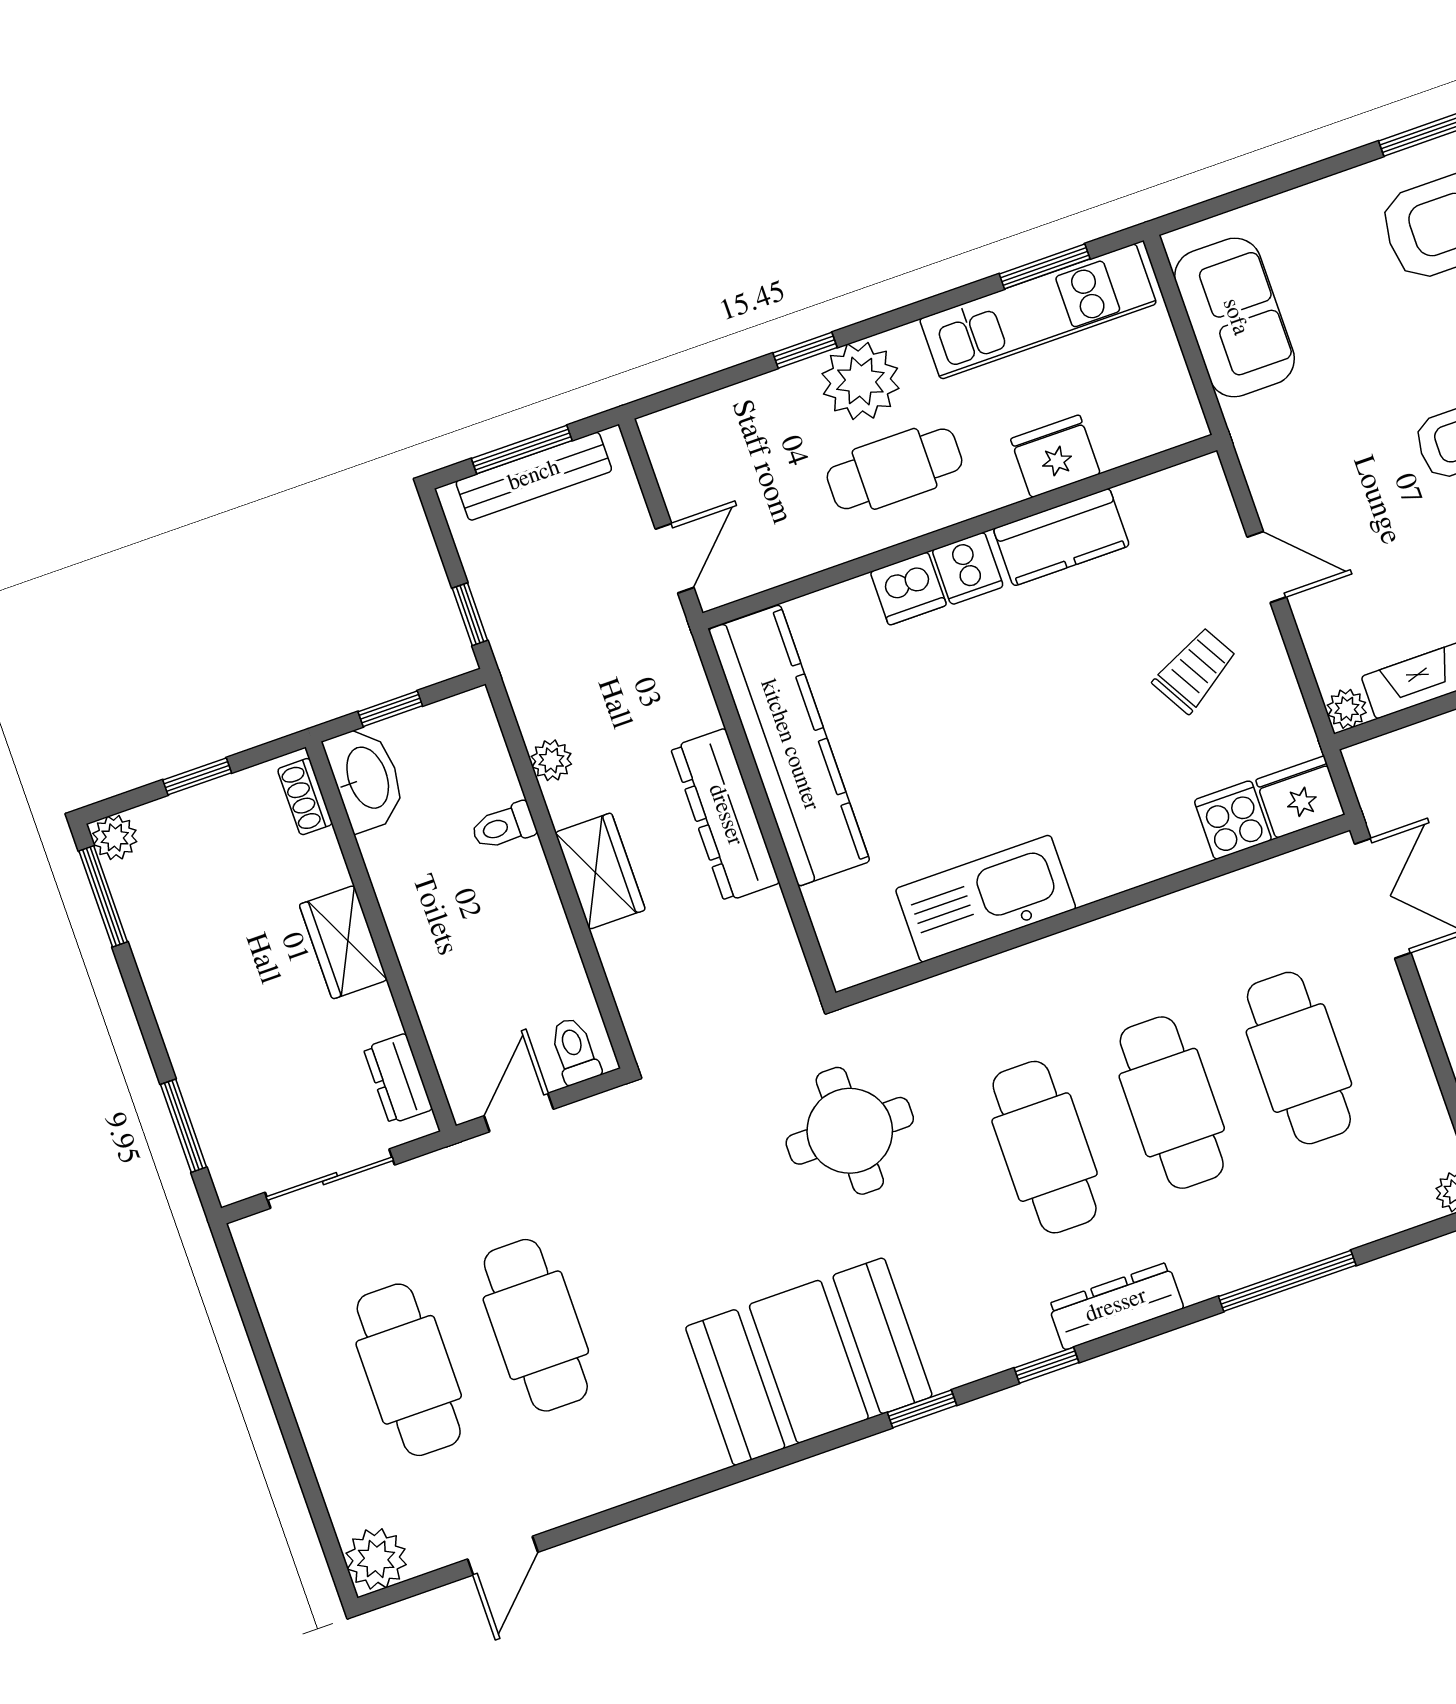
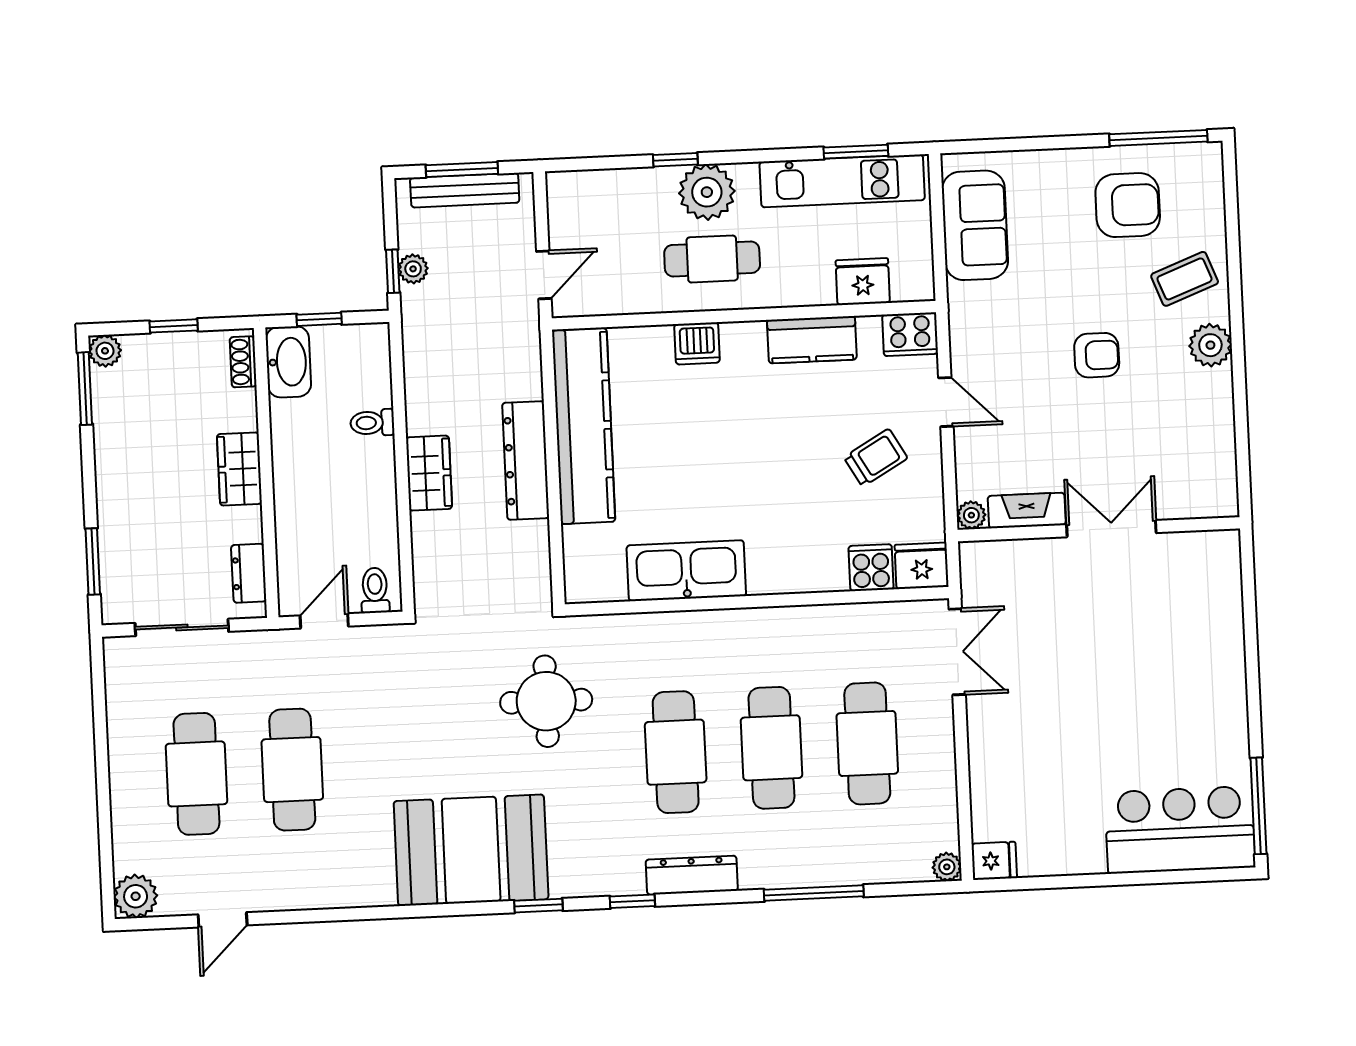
fridge: (1055, 456) -> (863, 282), moved
cooker: (968, 568) -> (910, 334), moved, width x1.36
plant: (551, 760) -> (413, 269), moved

